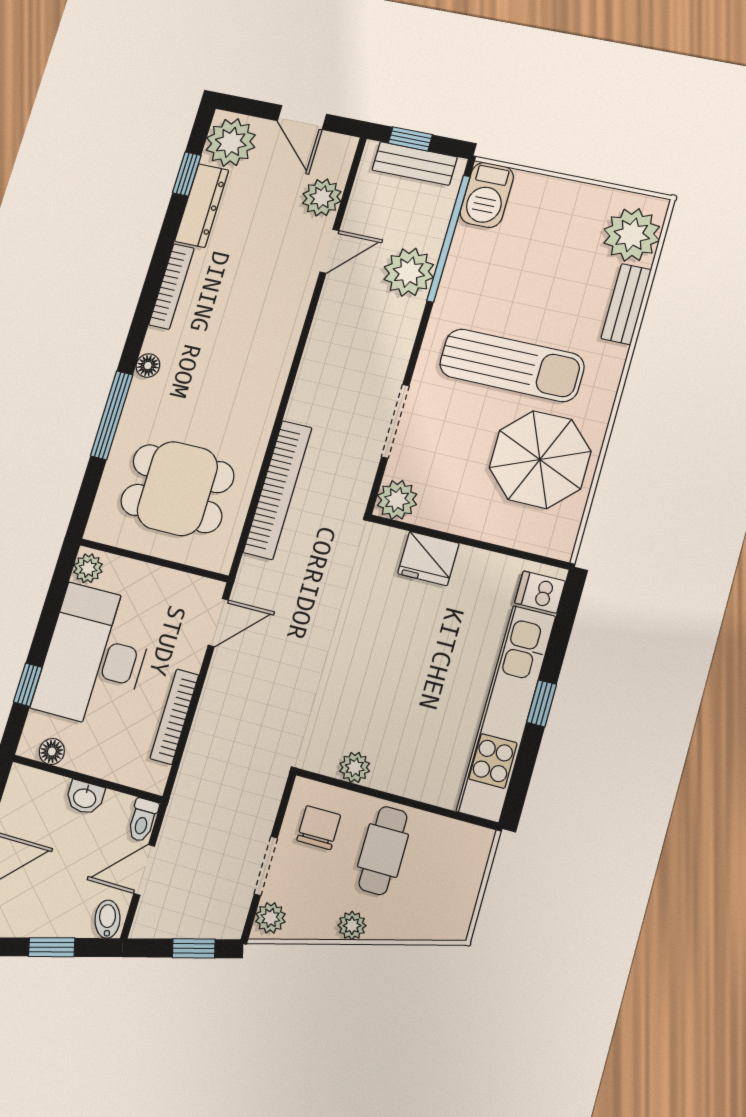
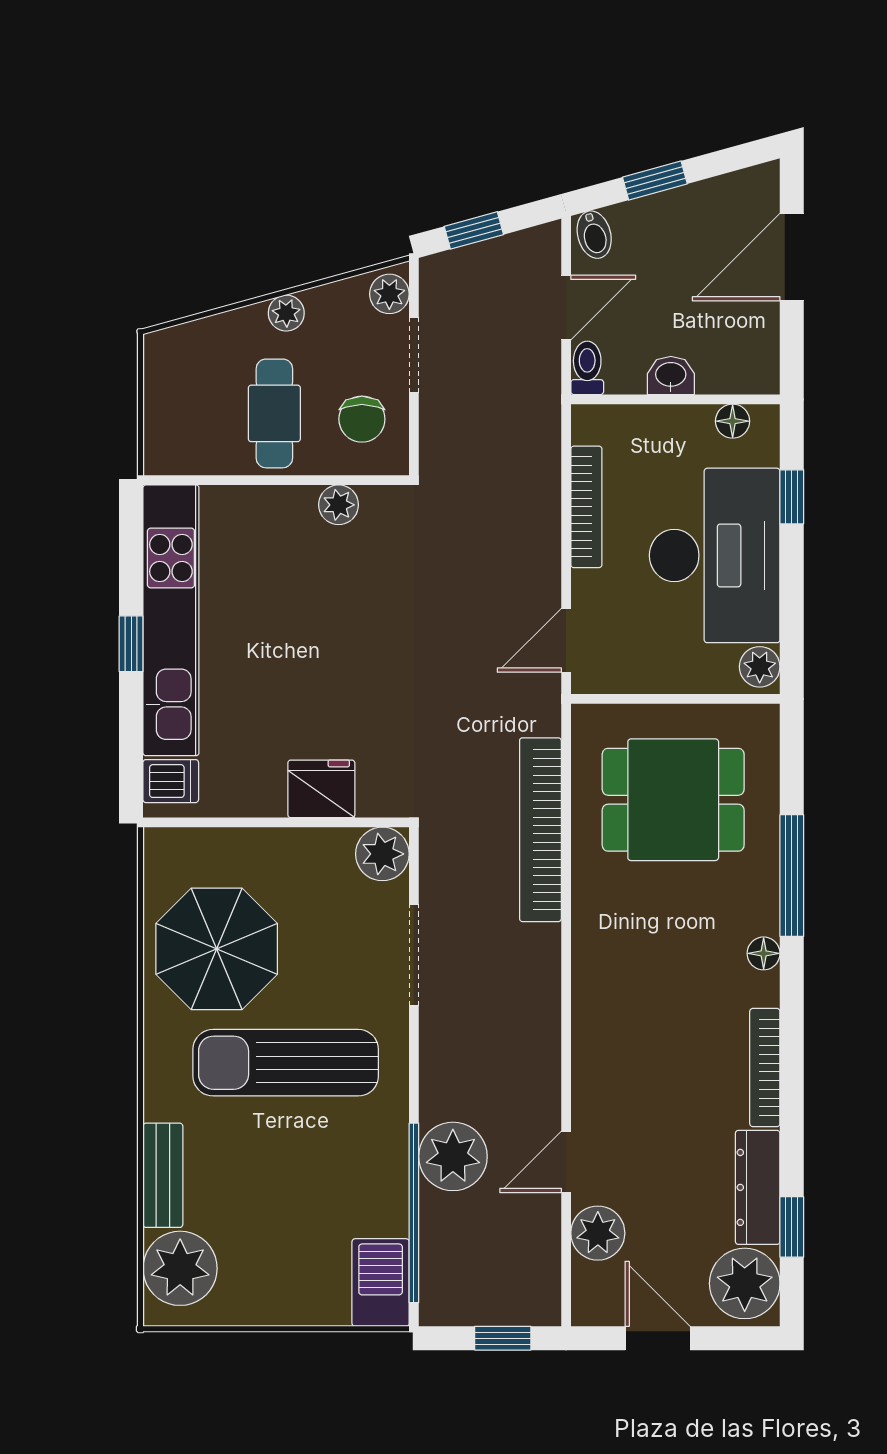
bench: (415, 163) -> (488, 1306), removed

